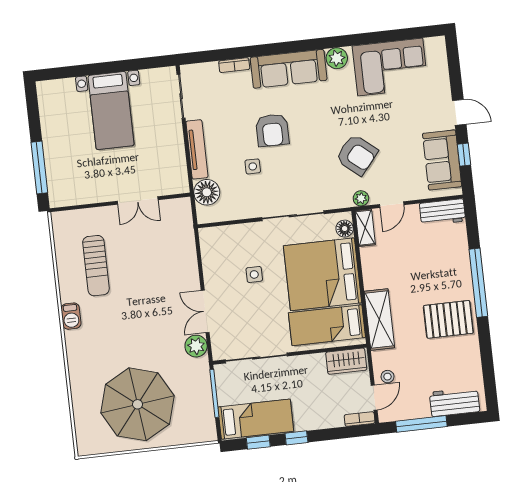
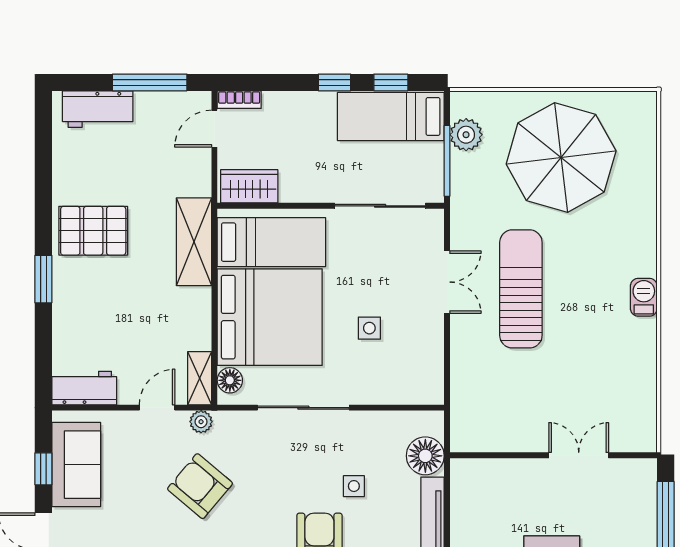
double door: (138, 200) -> (579, 455), moved
sun lounger: (96, 266) -> (521, 289), moved, width x1.36, depth x1.34
window: (478, 283) -> (43, 279), width x0.47
plant: (196, 346) -> (466, 135), moved
stool: (387, 377) -> (191, 157), removed

